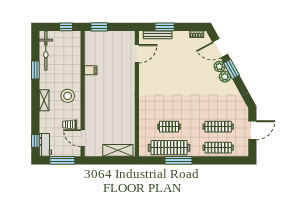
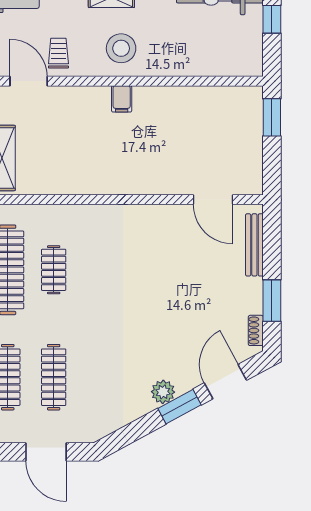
window: (66, 27) -> (272, 19), moved
window: (165, 27) -> (272, 301), moved
plant: (219, 66) -> (185, 380), removed
filing cabinet: (91, 70) -> (122, 99), moved
door: (83, 138) -> (29, 81), hinge flipped

